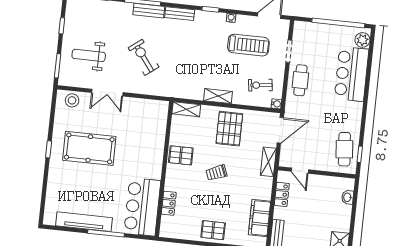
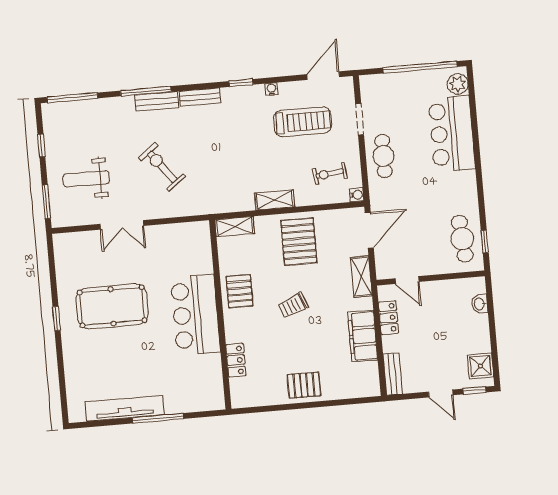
stool: (72, 100) -> (76, 245), removed
pallet: (181, 155) -> (240, 291), turned 90
bar counter: (142, 207) -> (195, 315), moved
filing cabinet: (260, 218) -> (363, 336), moved

